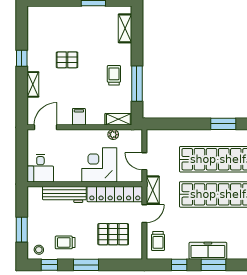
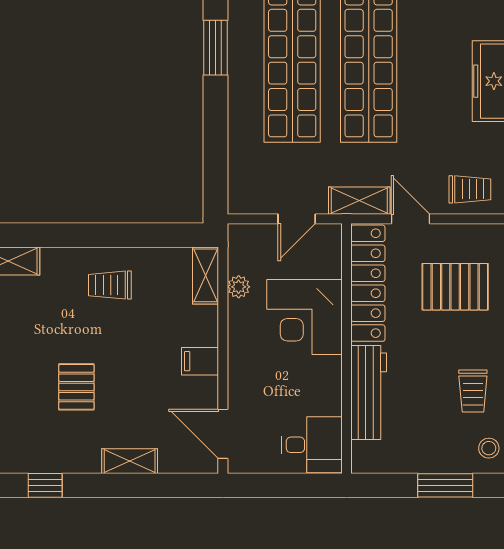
window: (22, 58) -> (45, 485), moved
window: (137, 84) -> (128, 235), removed
pallet: (113, 234) -> (455, 287), turned 90

